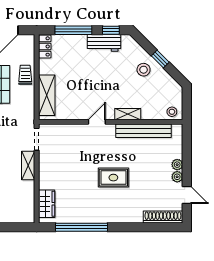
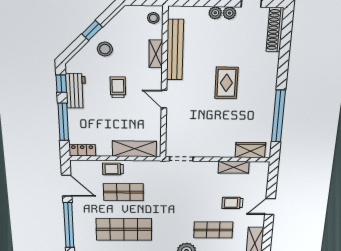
trolley: (108, 80) -> (118, 87), added
shelving: (128, 114) -> (156, 54), moved
shelving: (28, 166) -> (234, 167), moved

